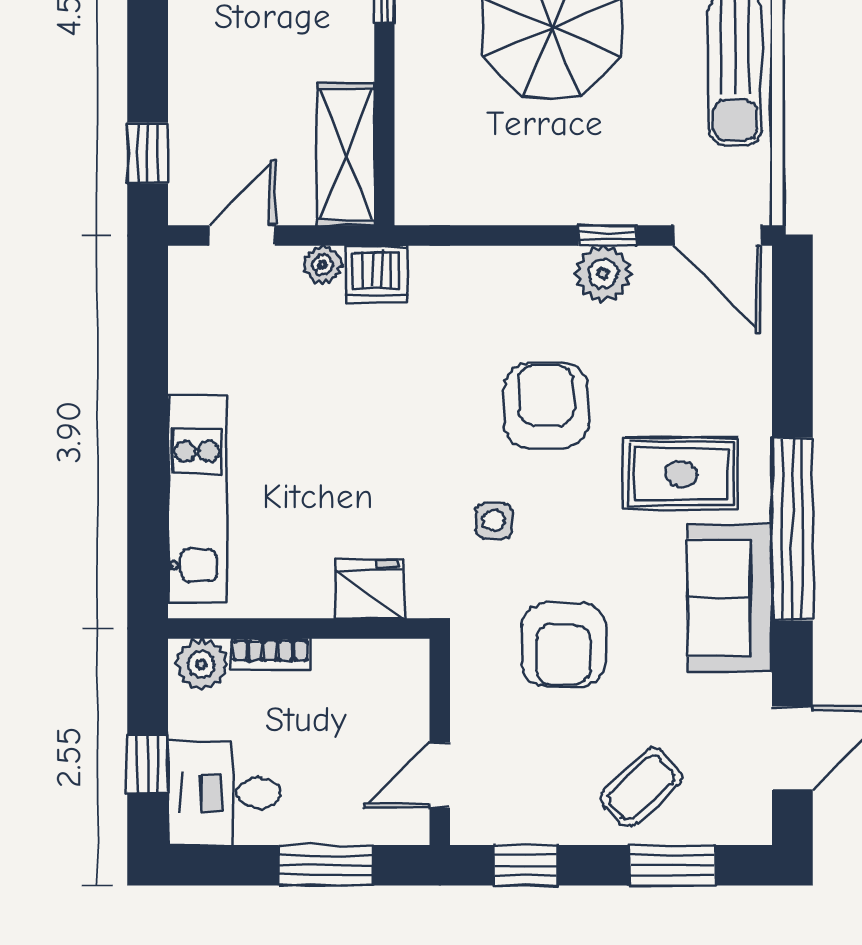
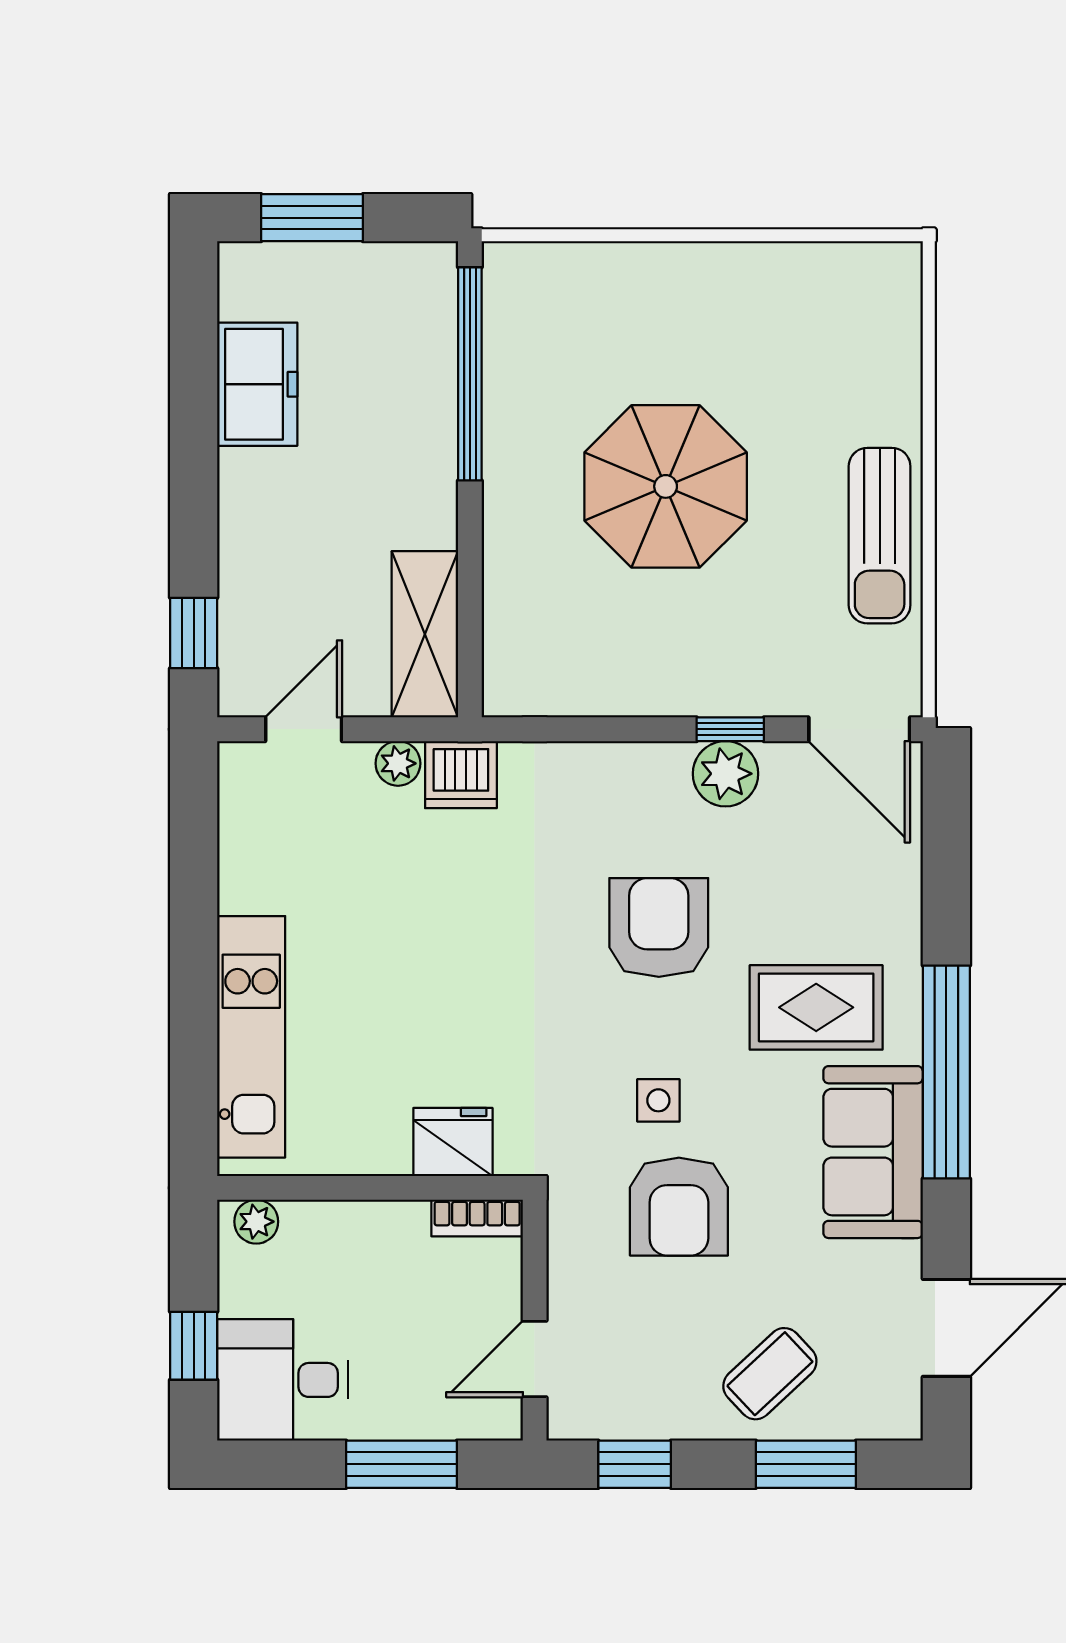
side table: (494, 521) -> (658, 1100), moved
bookcase: (270, 654) -> (477, 1218), moved
plant: (201, 664) -> (256, 1222), width x0.73, depth x0.73

